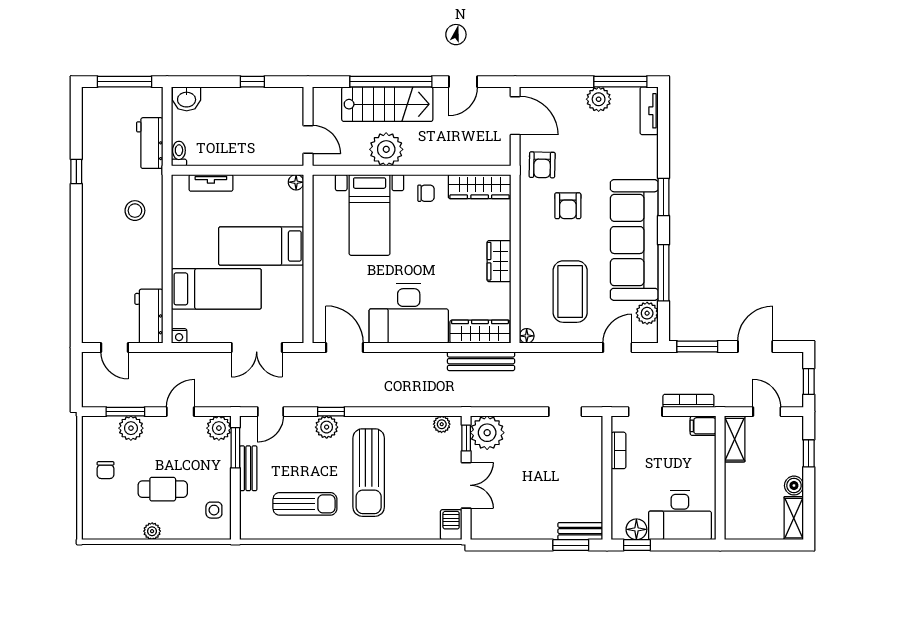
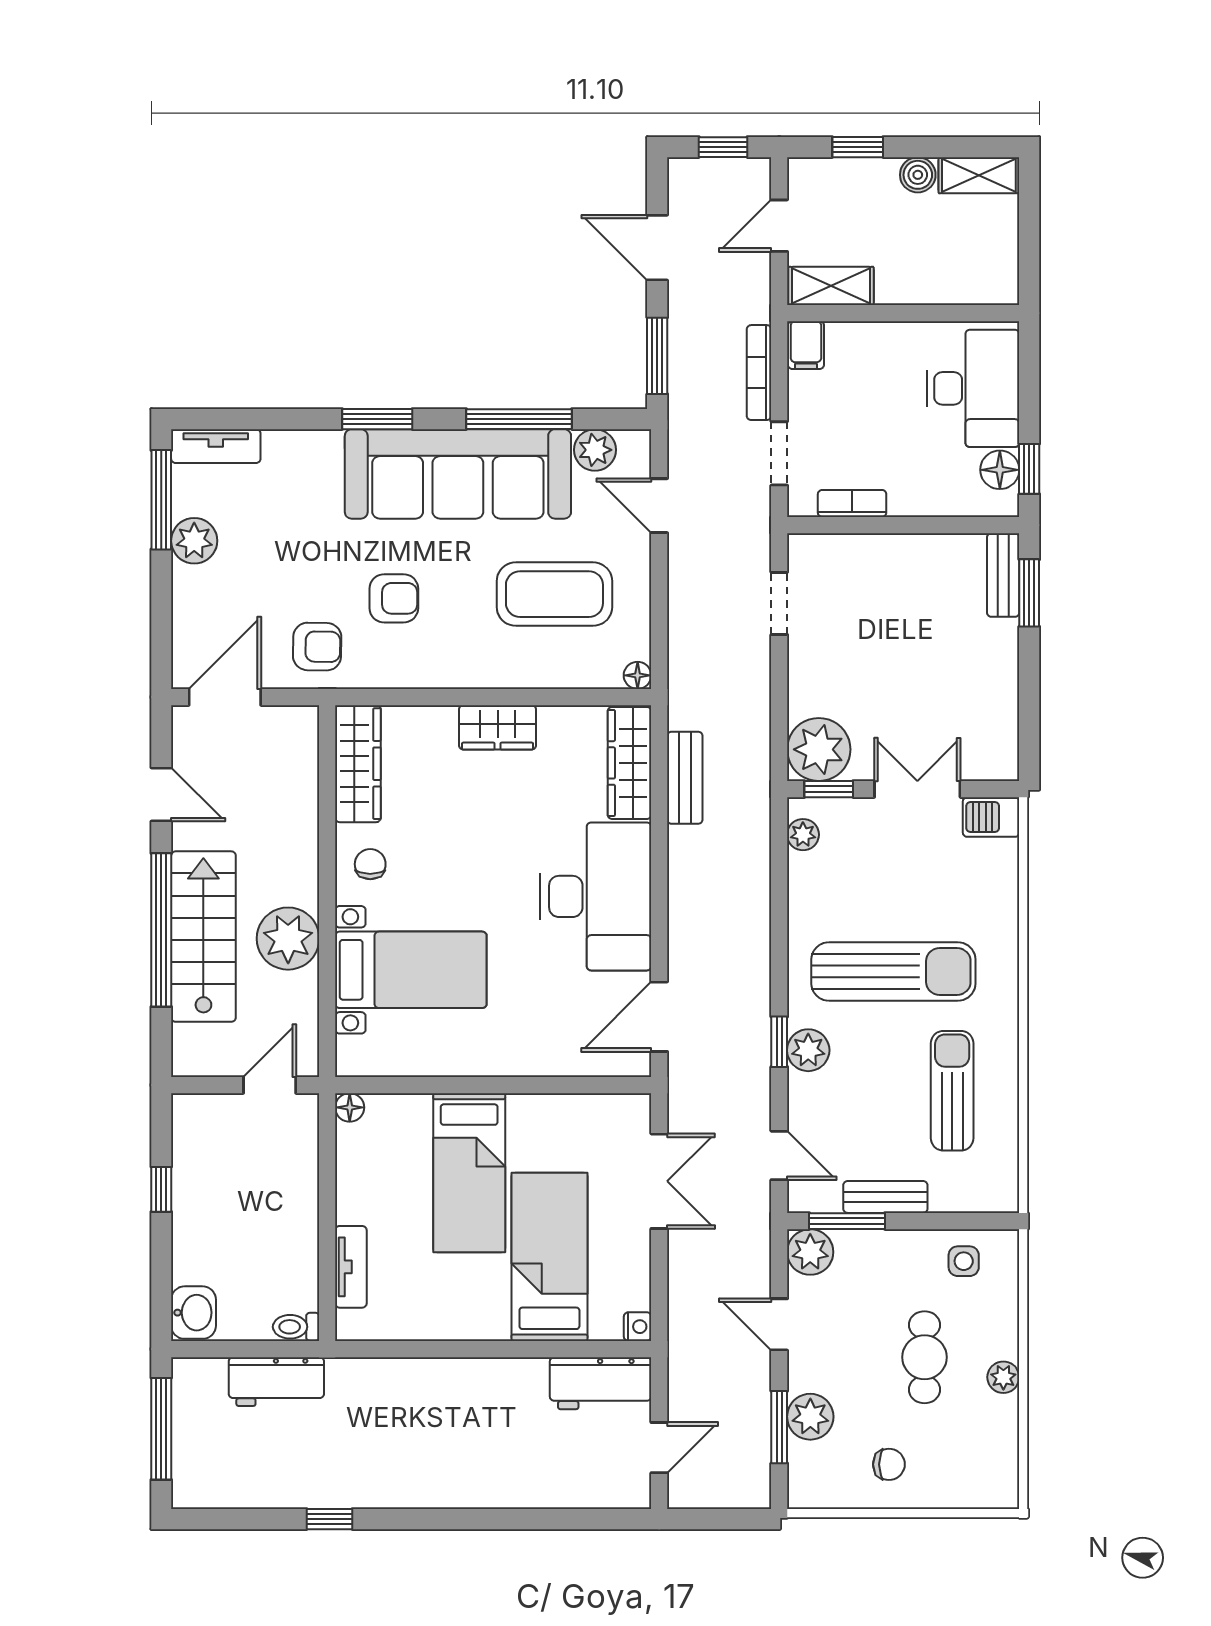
stool: (135, 211) -> (403, 1409), removed
bench: (481, 361) -> (685, 778), width x0.73

